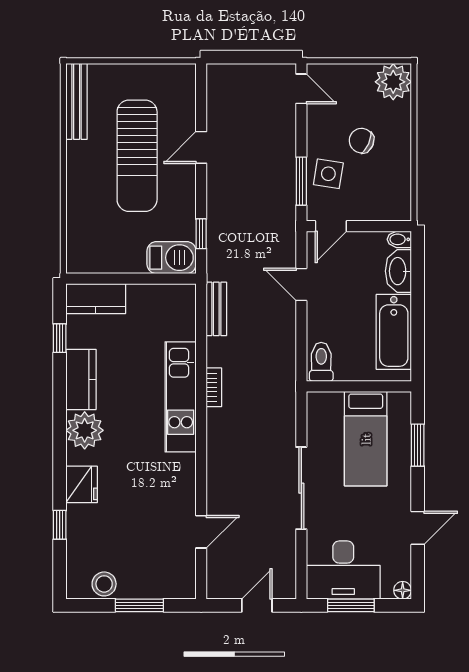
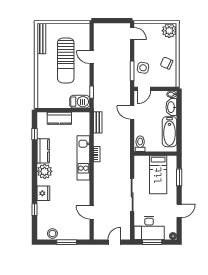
chair: (362, 141) -> (167, 63), moved
door: (201, 147) -> (92, 57), hinge flipped
kitchen counter: (96, 299) -> (59, 118), moved
door: (201, 532) -> (92, 212), swing flipped

